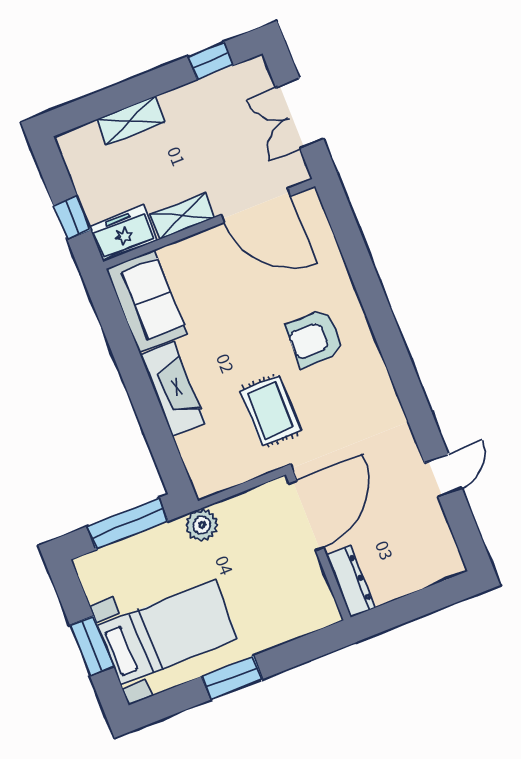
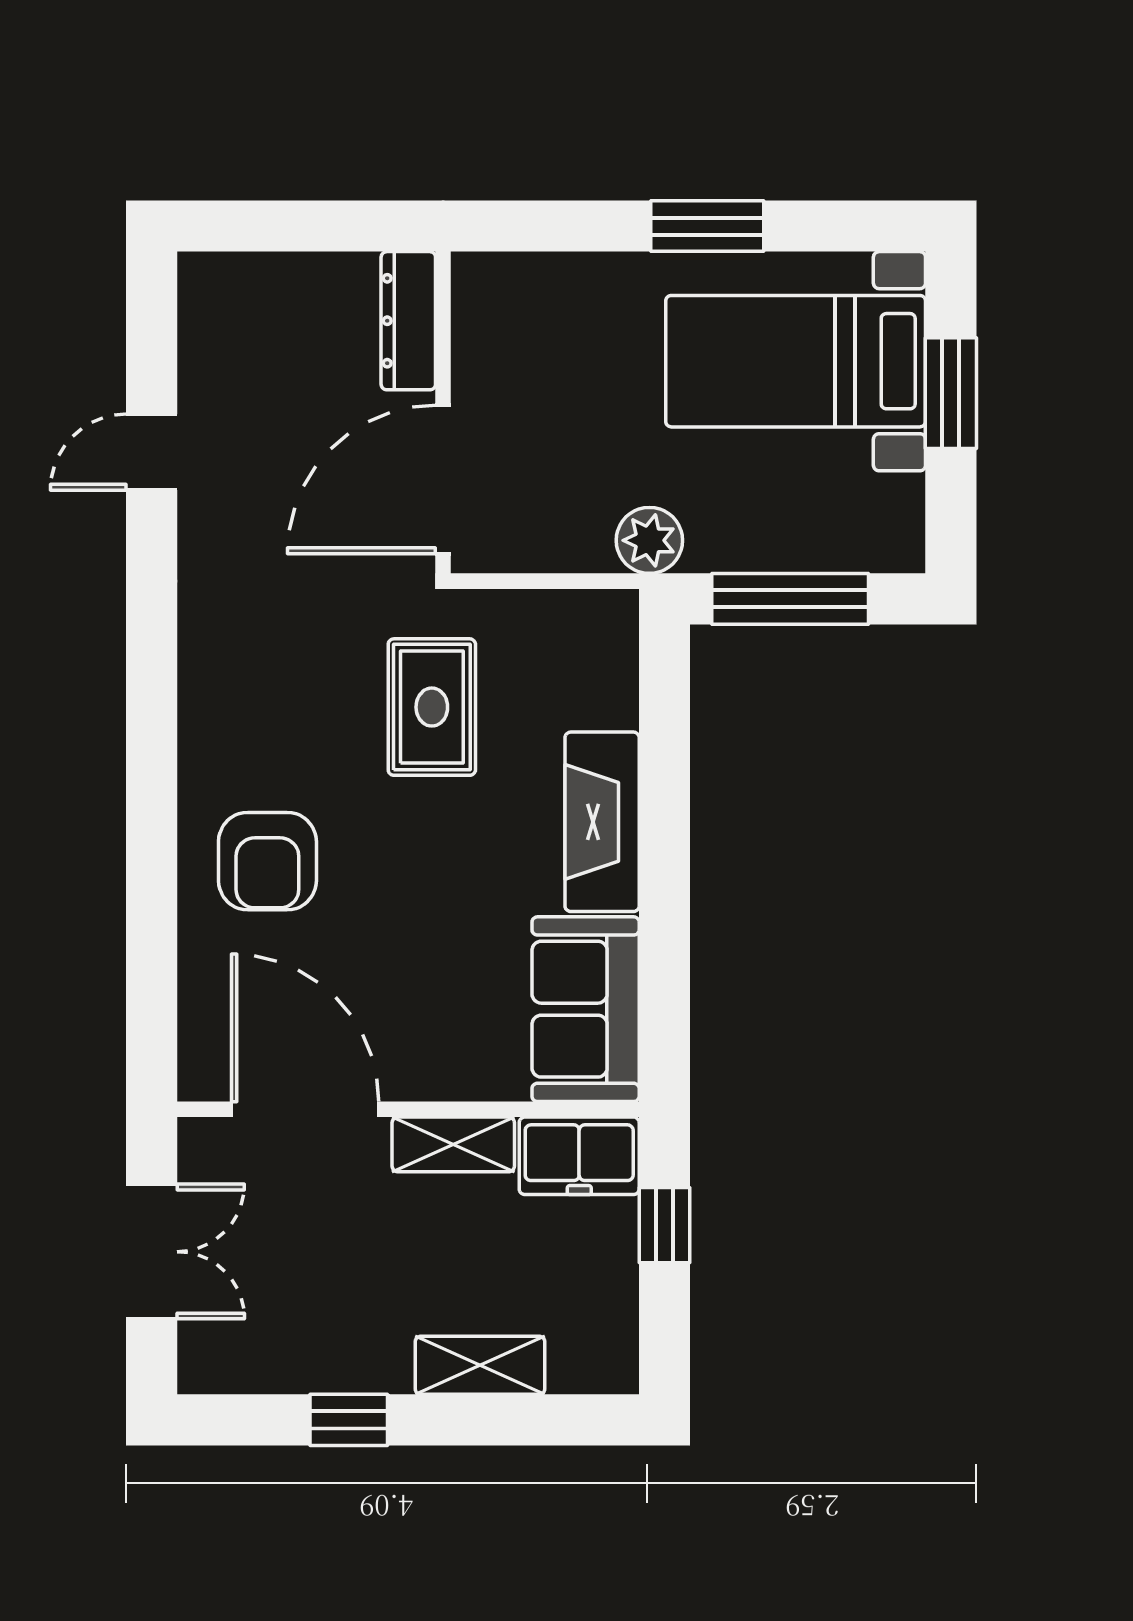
window: (210, 61) -> (349, 1420), moved
armchair: (315, 338) -> (267, 861), moved, turned 90

